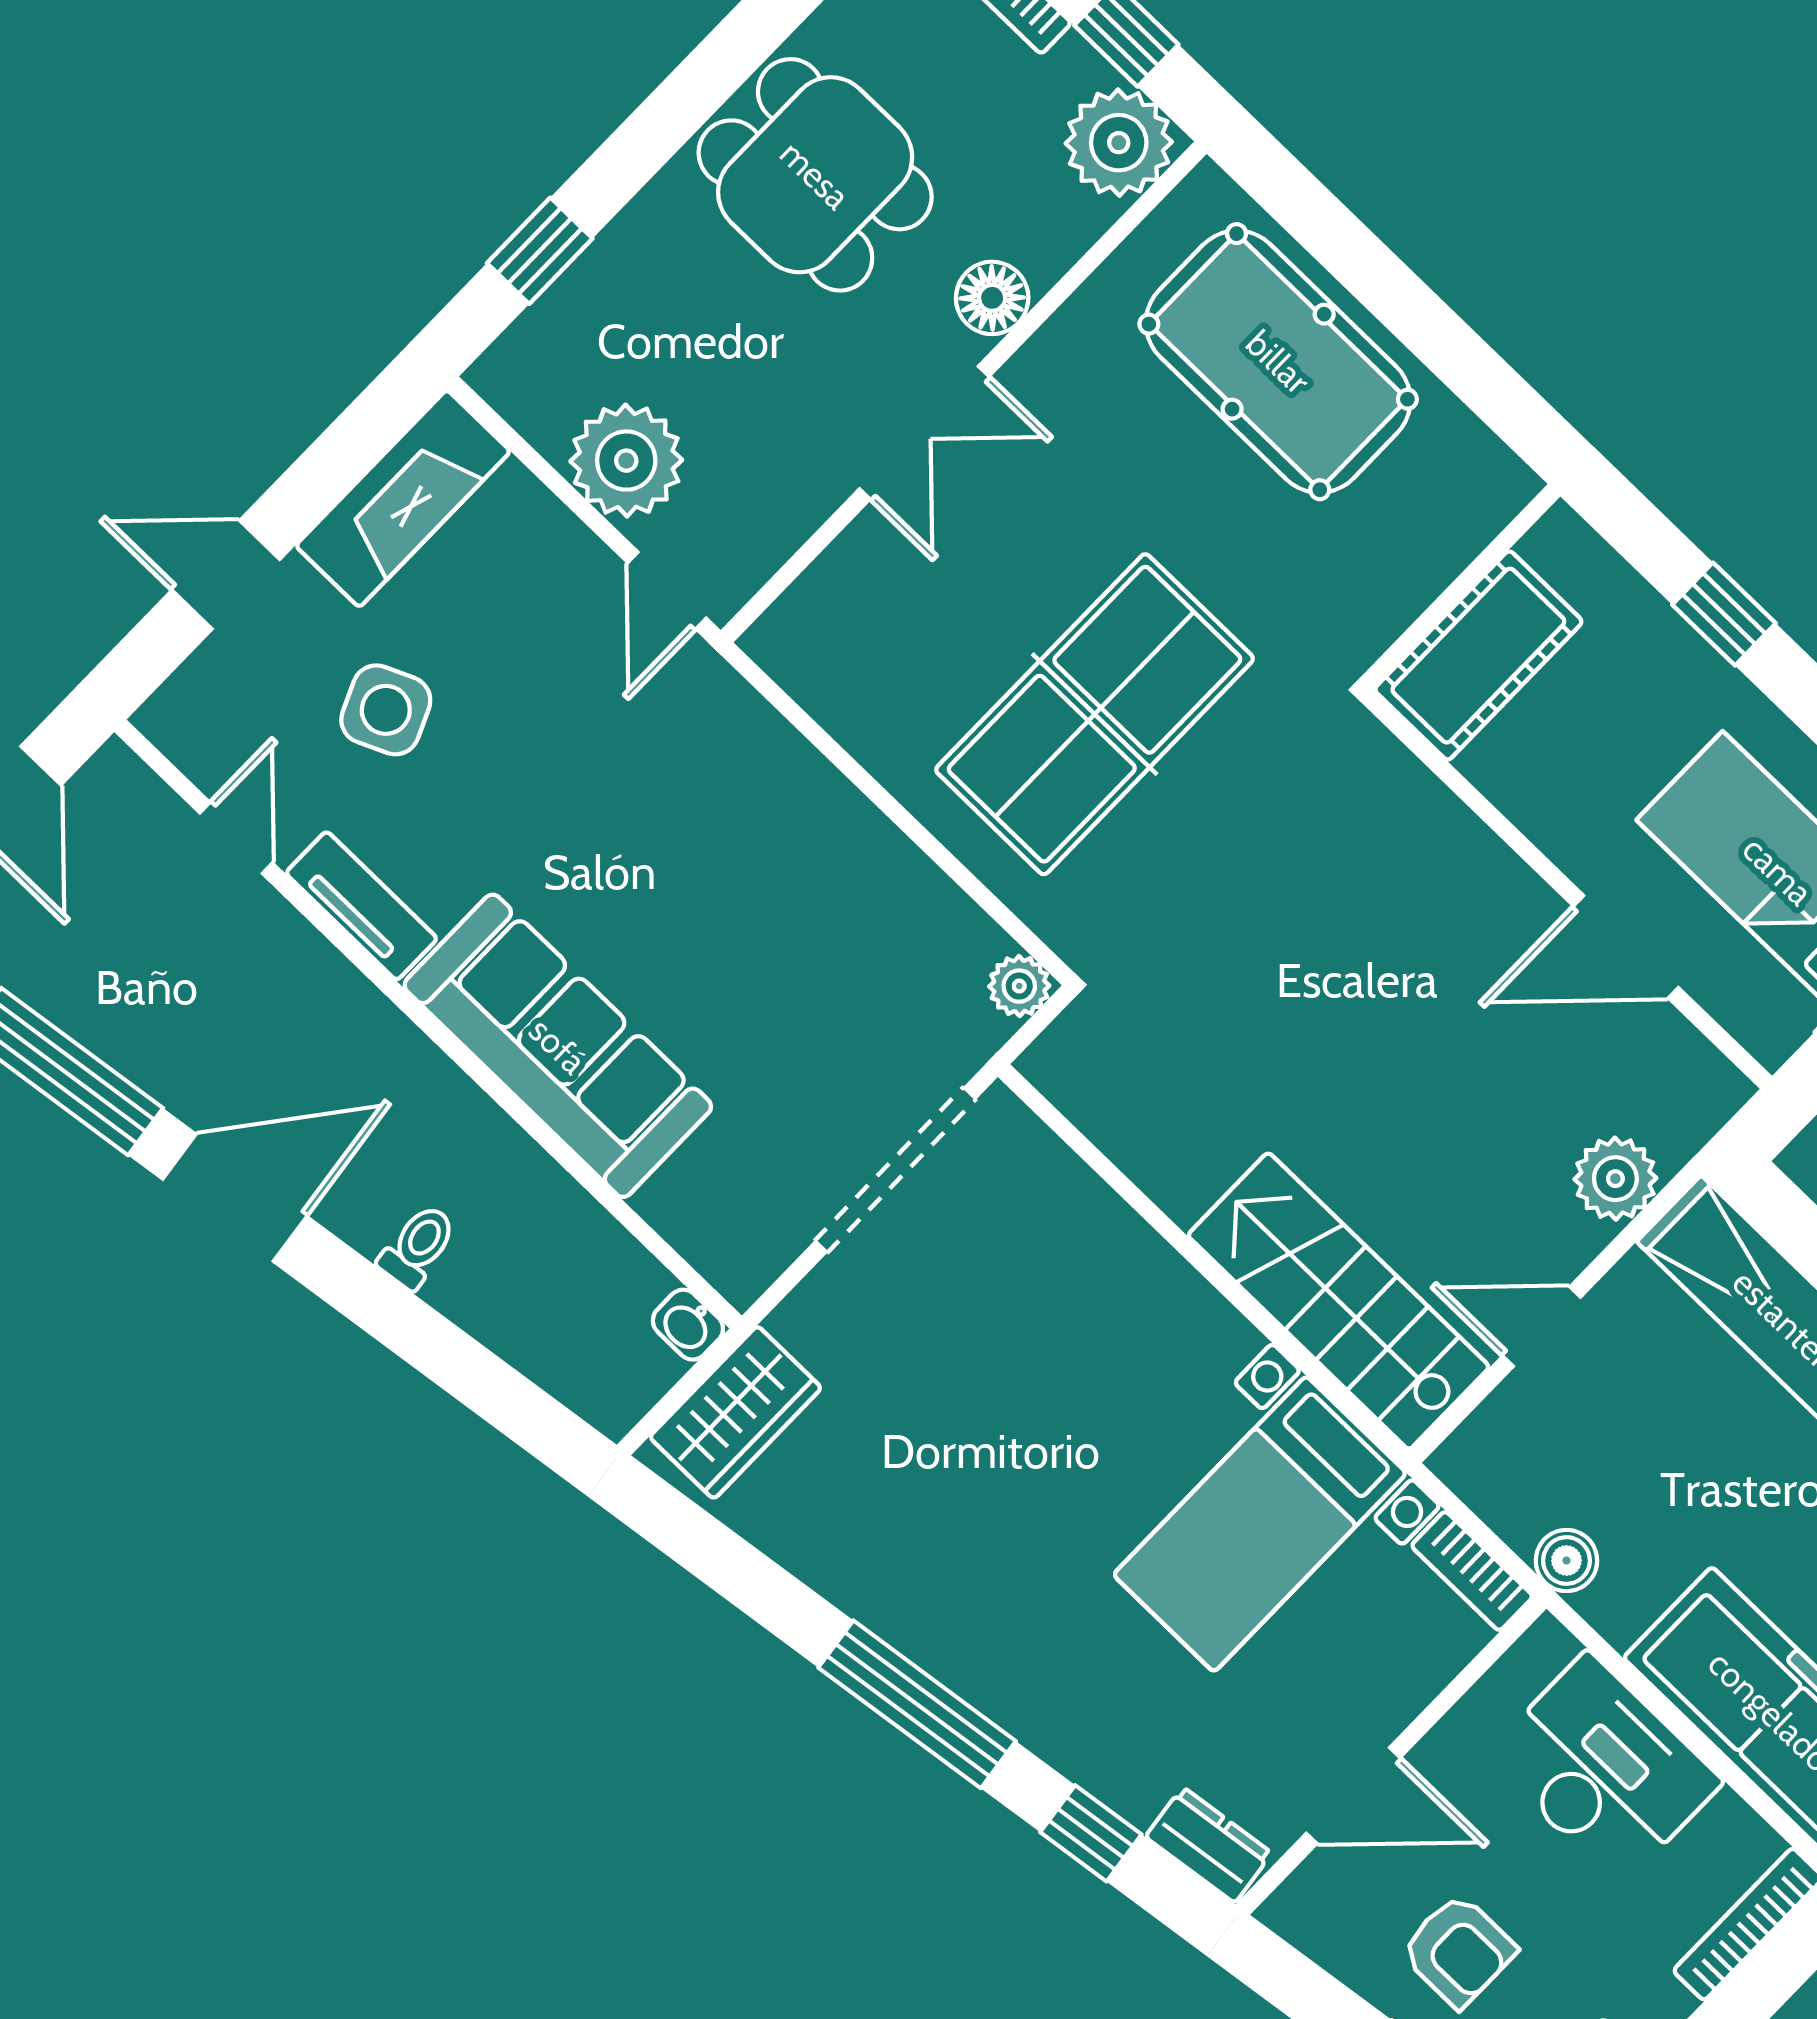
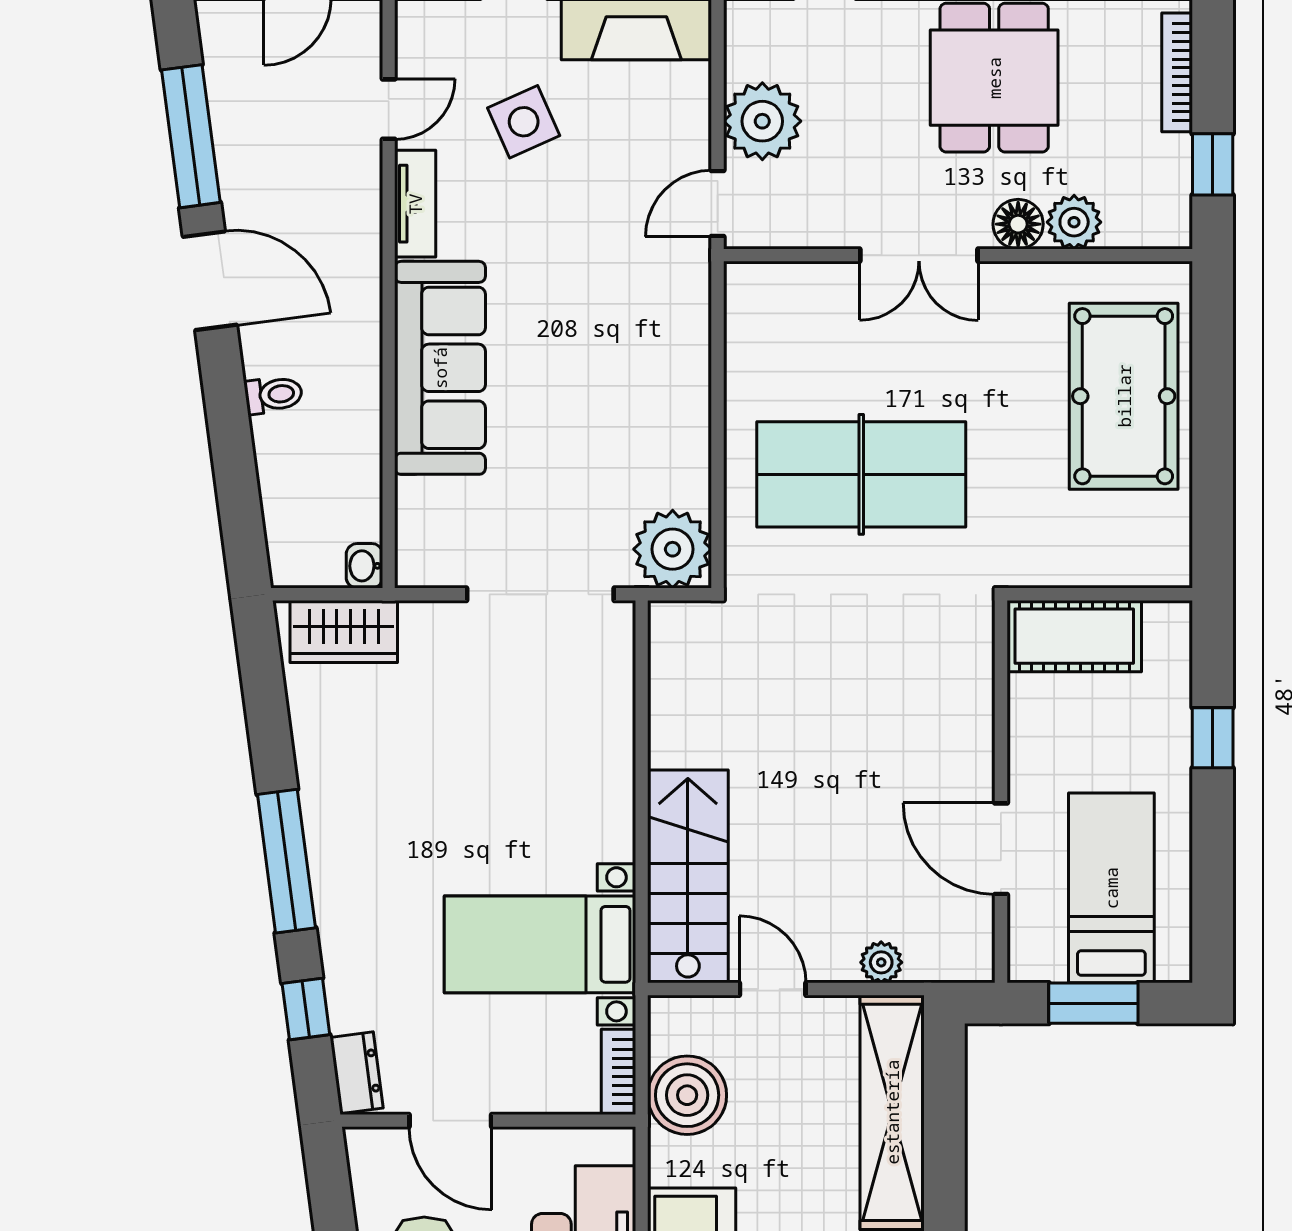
plant: (1119, 143) -> (1074, 222), moved, width x0.73, depth x0.73
plant: (1019, 986) -> (673, 549), width x1.88, depth x1.88
plant: (1615, 1179) -> (881, 962), width x0.73, depth x0.73
boiler: (1566, 1561) -> (687, 1095), width x1.86, depth x1.86

